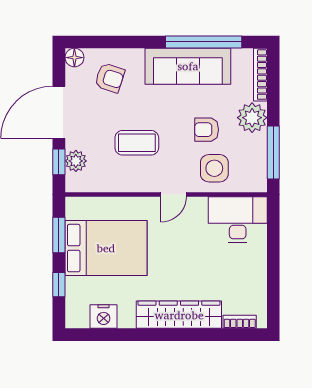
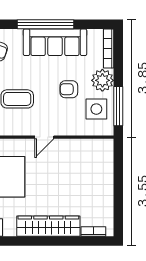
window: (204, 42) -> (45, 24), moved
side table: (214, 168) -> (96, 109), moved
desk: (238, 220) -> (92, 156), removed

